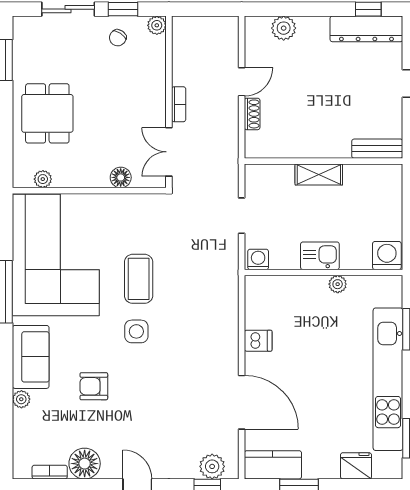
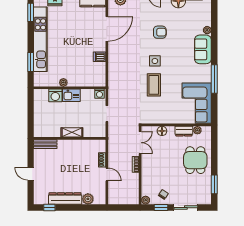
dresser: (366, 29) -> (65, 199), moved
door: (242, 82) -> (107, 174), swing flipped
dresser: (73, 177) -> (184, 131), added
corner sofa: (56, 255) -> (197, 103), width x0.73, depth x0.74
washing machine: (387, 256) -> (55, 95), moved
armchair: (94, 386) -> (160, 32), moved
door: (242, 402) -> (107, 29), swing flipped

